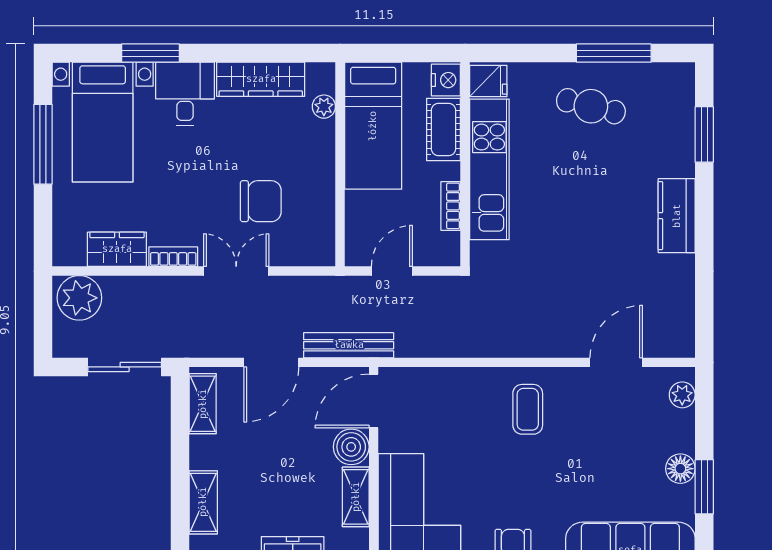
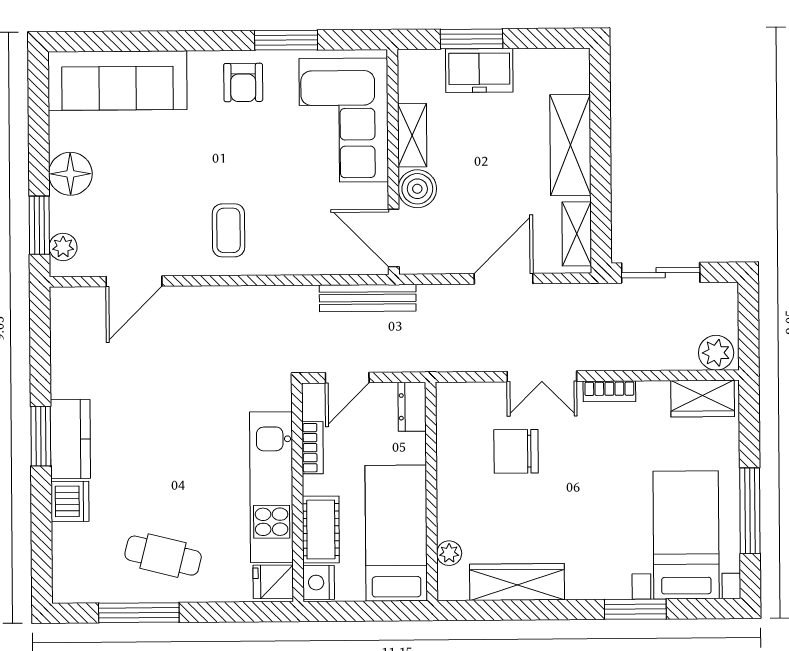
desk: (185, 94) -> (598, 566), removed
window: (704, 134) -> (41, 436), moved
dishwasher: (677, 157) -> (70, 501), added
dresser: (358, 243) -> (412, 407), added
wardrobe: (117, 249) -> (703, 398), moved
door: (392, 271) -> (347, 378), moved
plant: (79, 298) -> (716, 353), width x0.73, depth x0.73
bench: (349, 345) -> (368, 298), moved
door: (374, 401) -> (394, 238), swing flipped
floor lamp: (680, 469) -> (70, 174), width x1.38, depth x1.38
window: (704, 487) -> (39, 225), moved
shelving: (203, 502) -> (570, 145), width x1.50, depth x1.33

